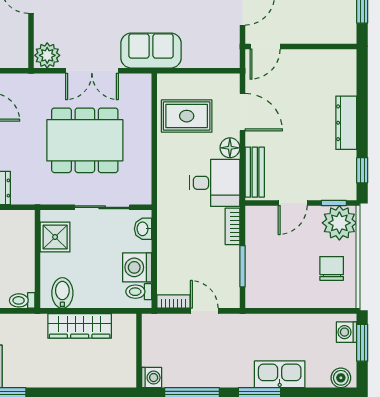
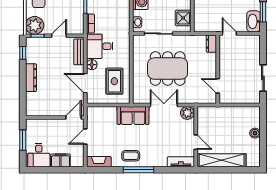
rug: (187, 116) -> (114, 81), turned 90

